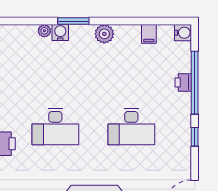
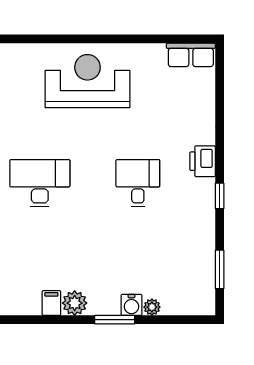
filing cabinet: (149, 34) -> (51, 303), moved
desk: (55, 127) -> (138, 183), width x0.73

